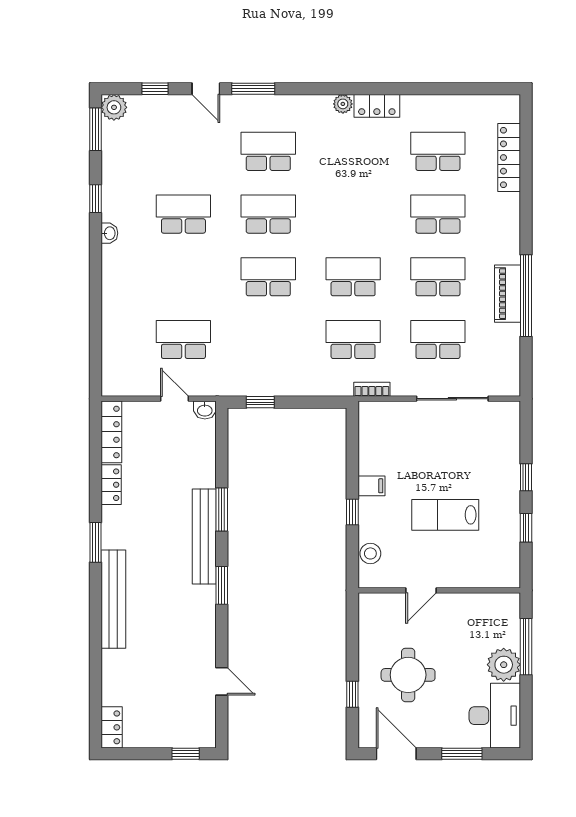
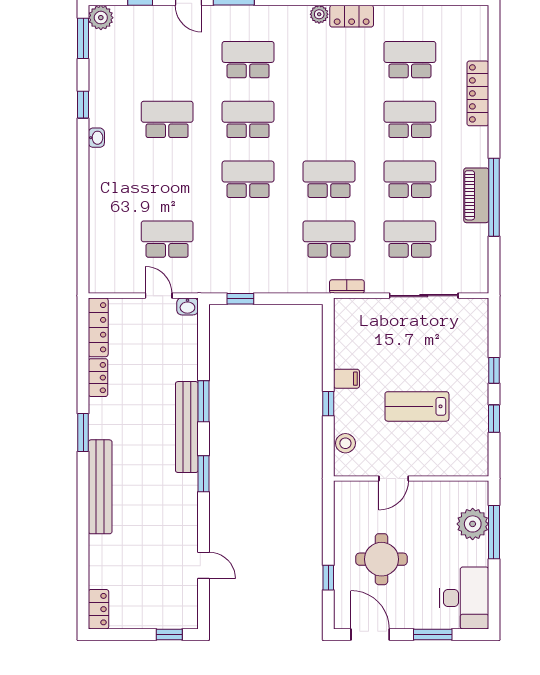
locker: (509, 157) -> (478, 93), moved
plant: (504, 665) -> (473, 524), moved

